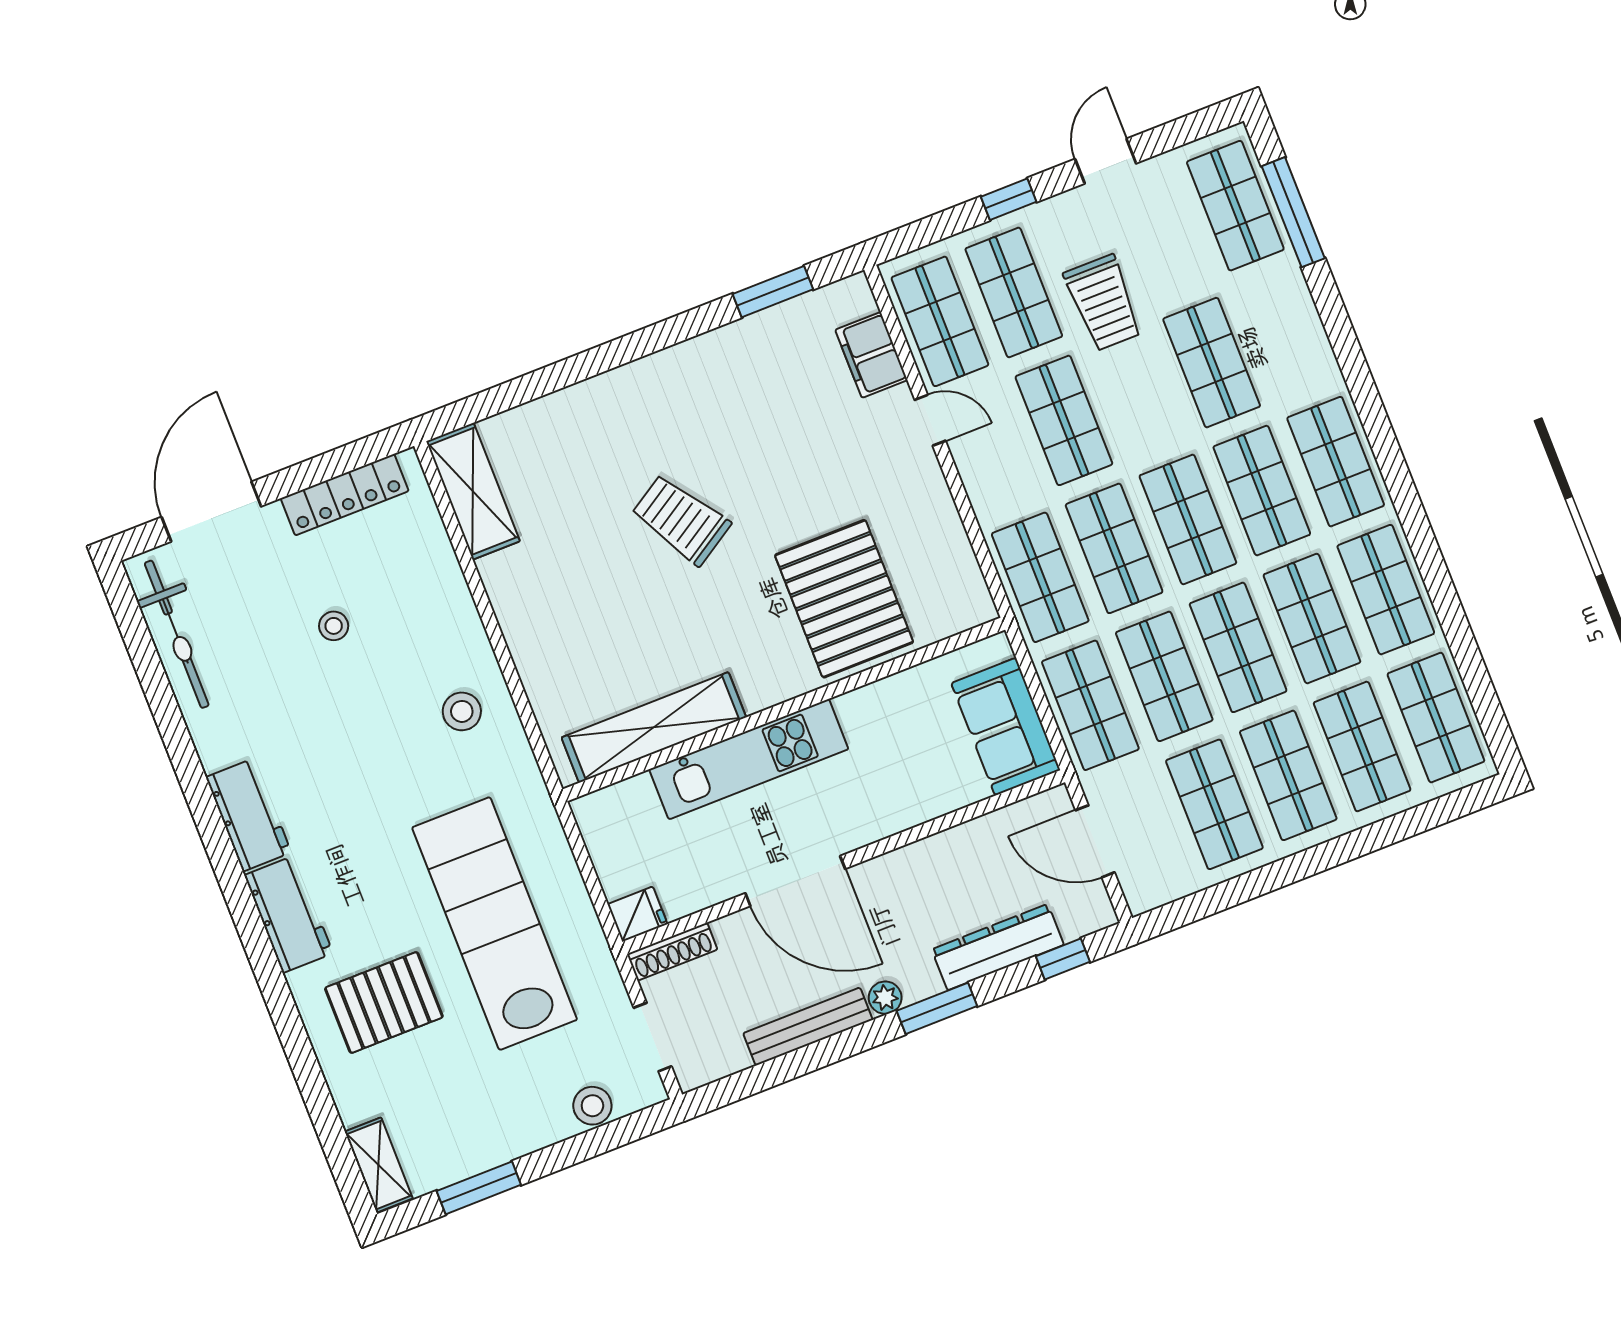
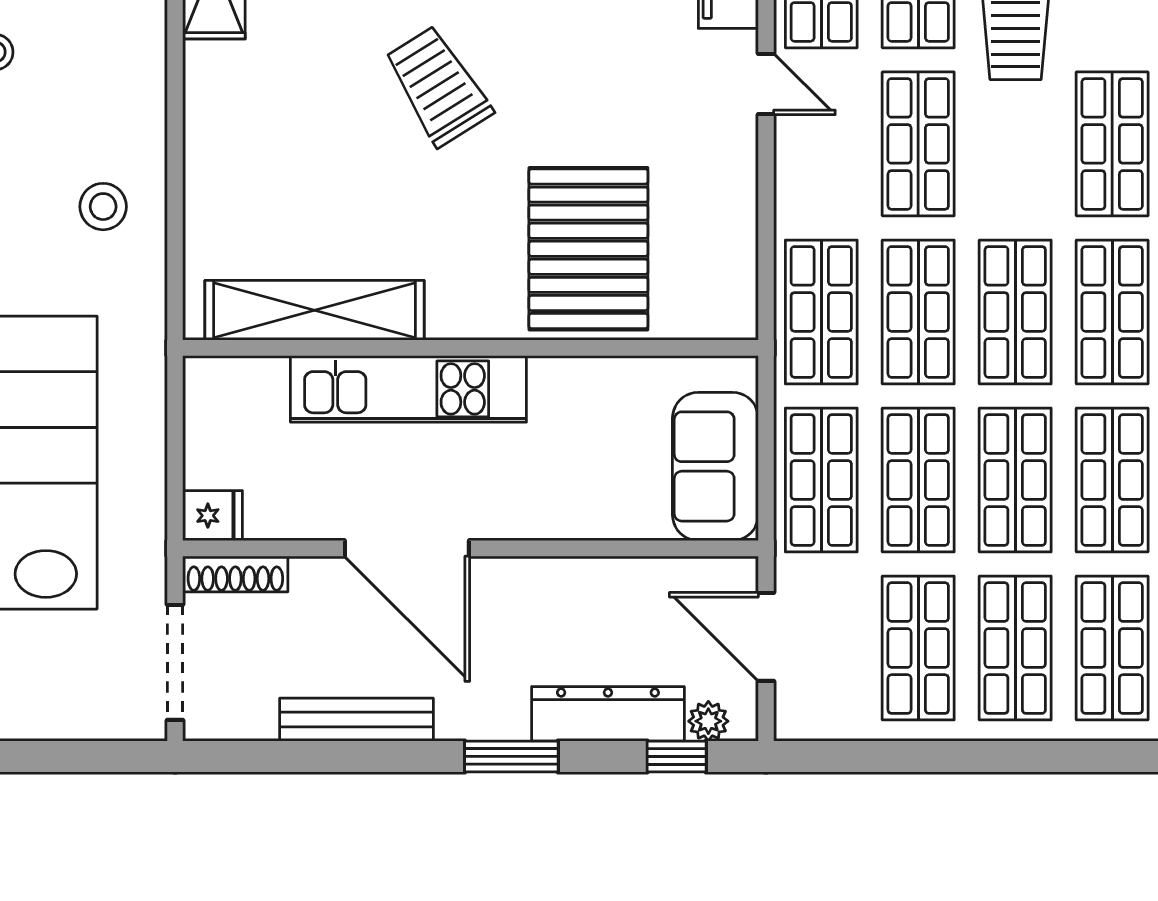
plant: (885, 998) -> (708, 721), moved
doorway: (653, 1037) -> (175, 662), width x1.38
stool: (592, 1106) -> (76, 714), removed

